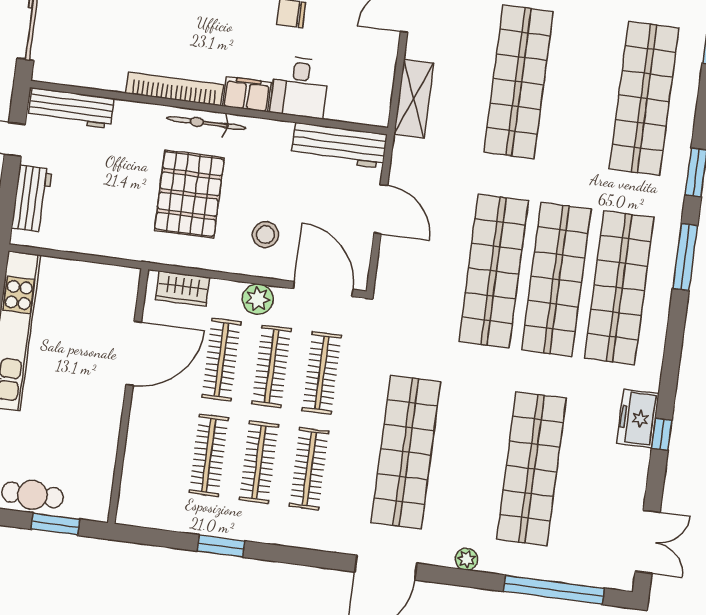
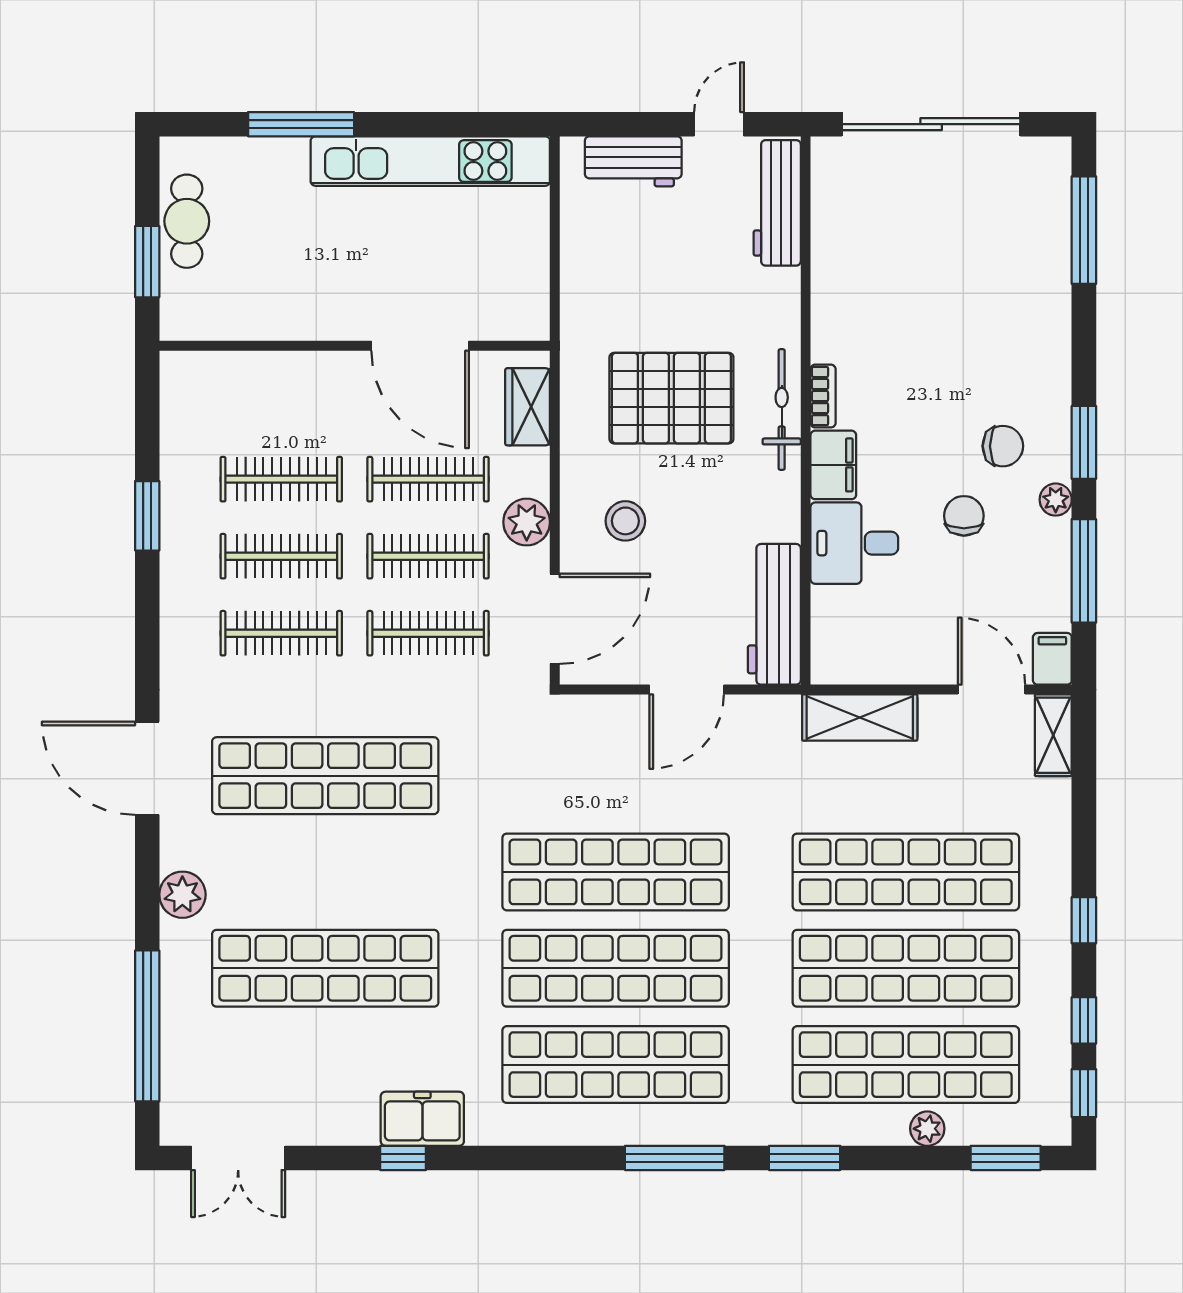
bookcase: (174, 89) -> (823, 396), width x0.43, depth x0.76
shop shelf: (581, 90) -> (906, 968), added
plant: (688, 90) -> (927, 1129), added
plant: (467, 559) -> (182, 895), width x1.38, depth x1.38

